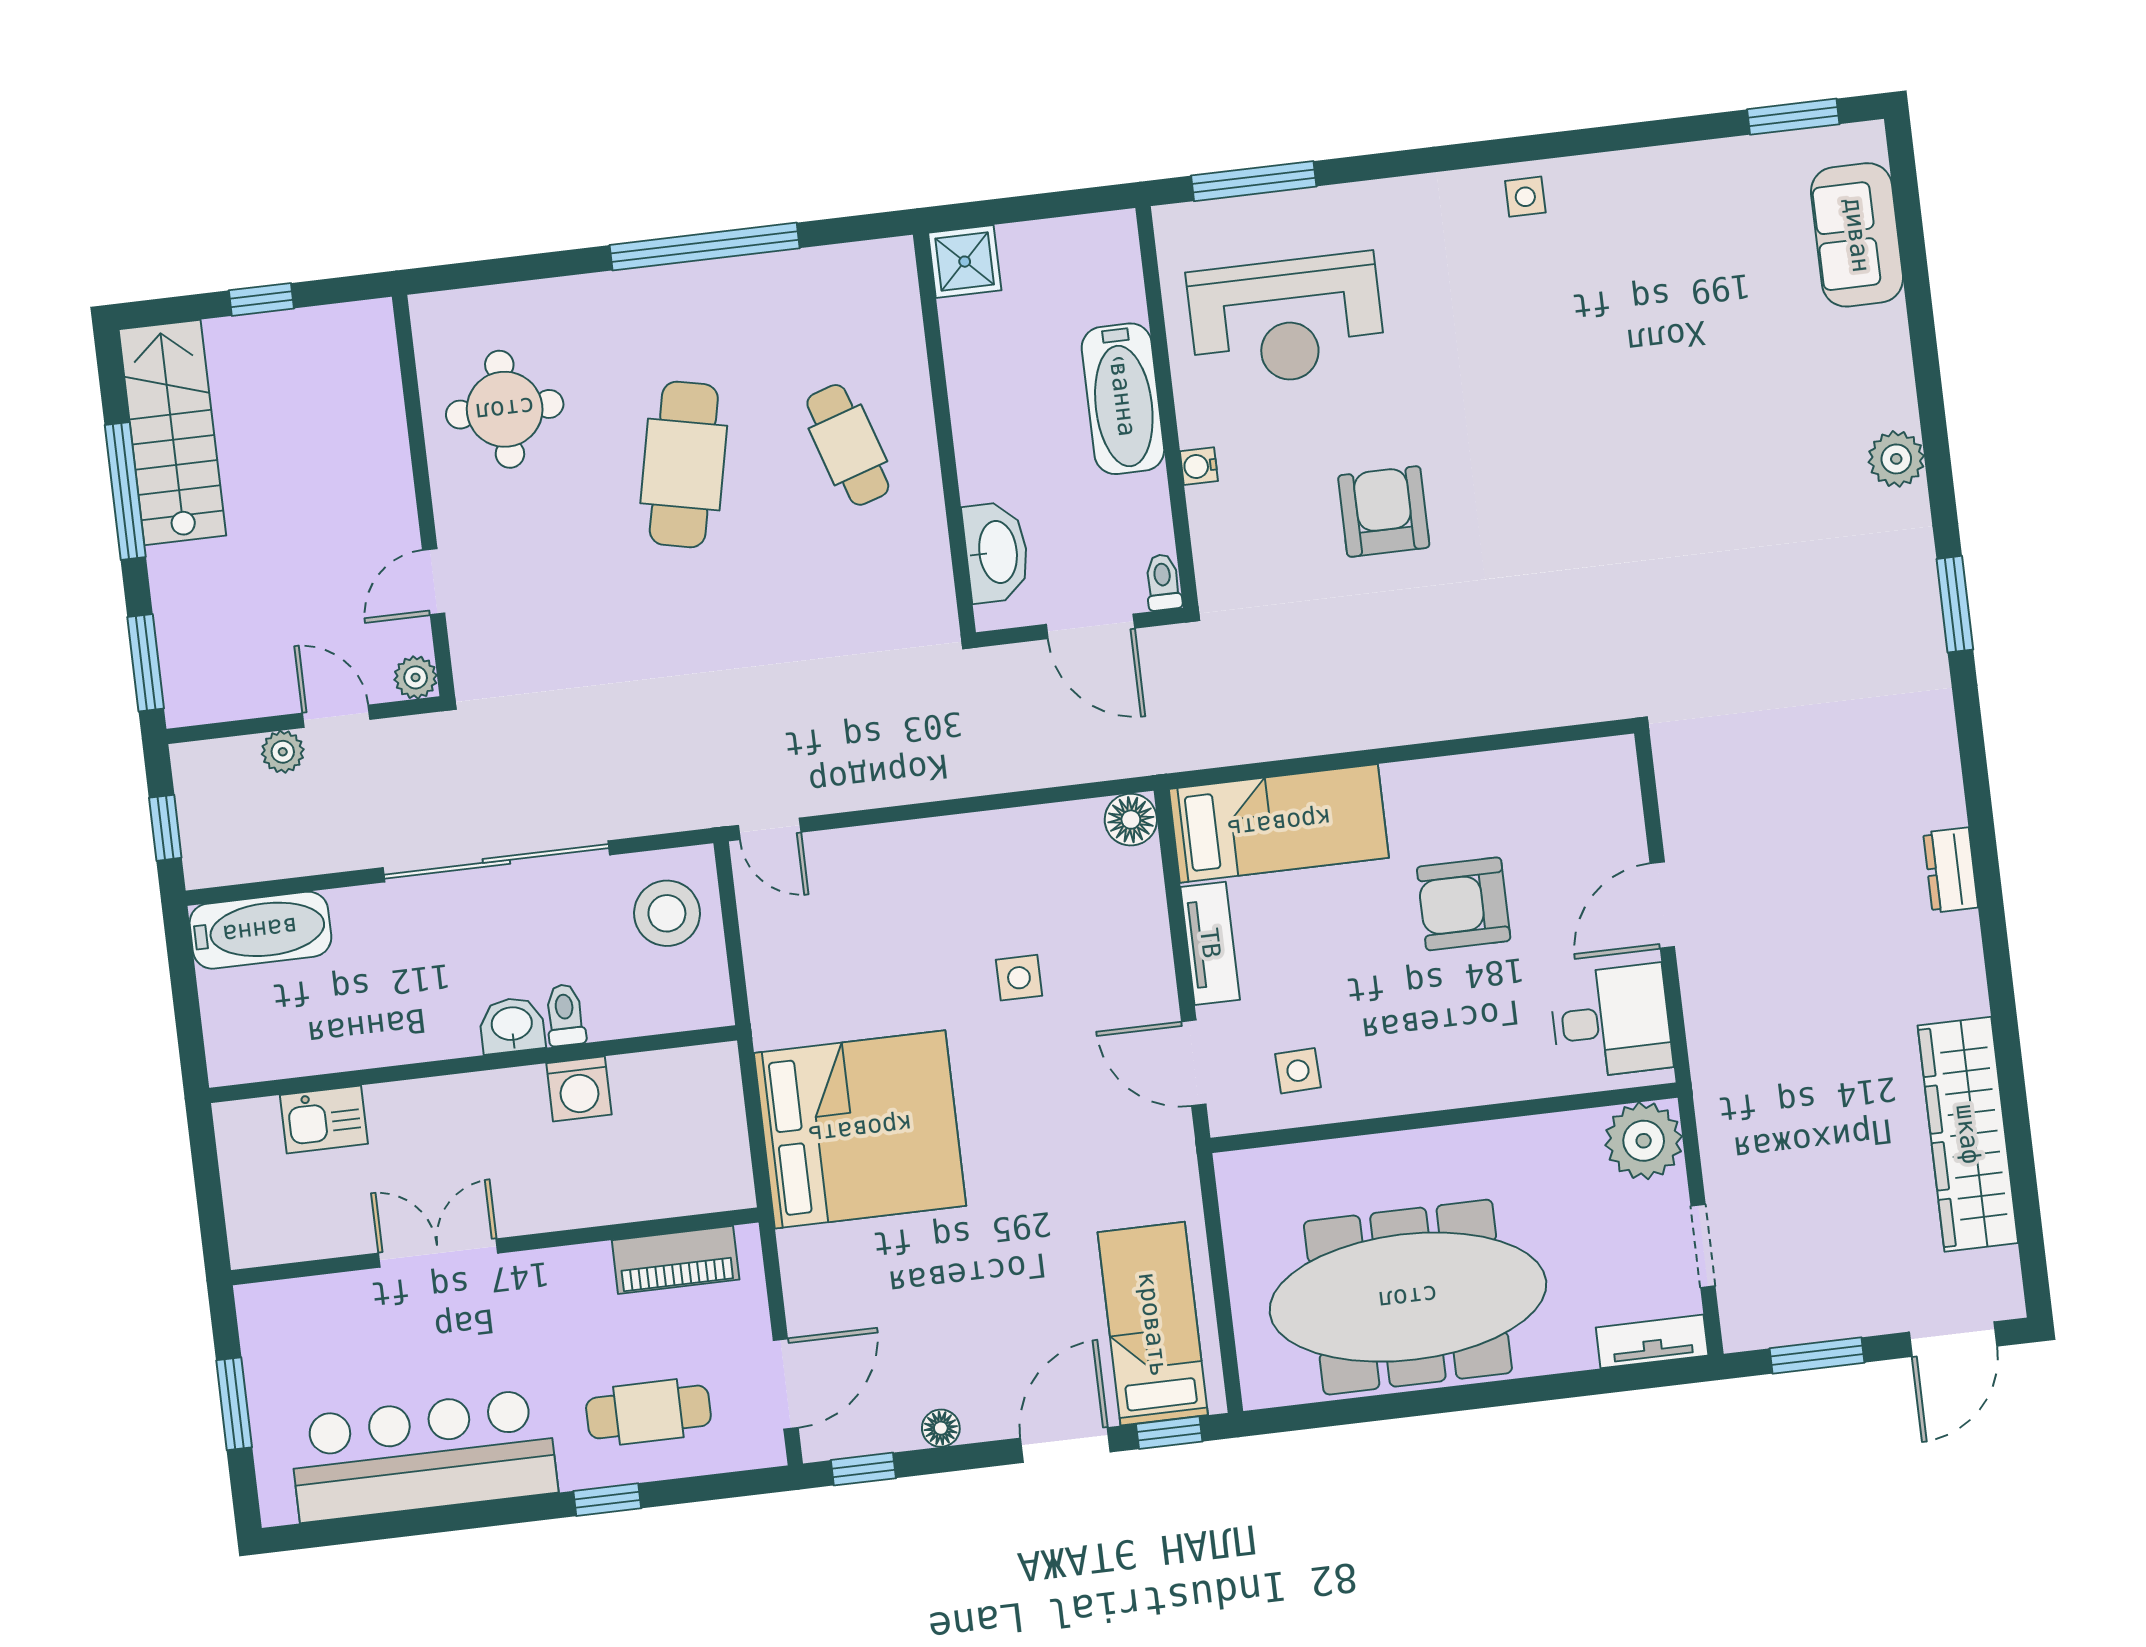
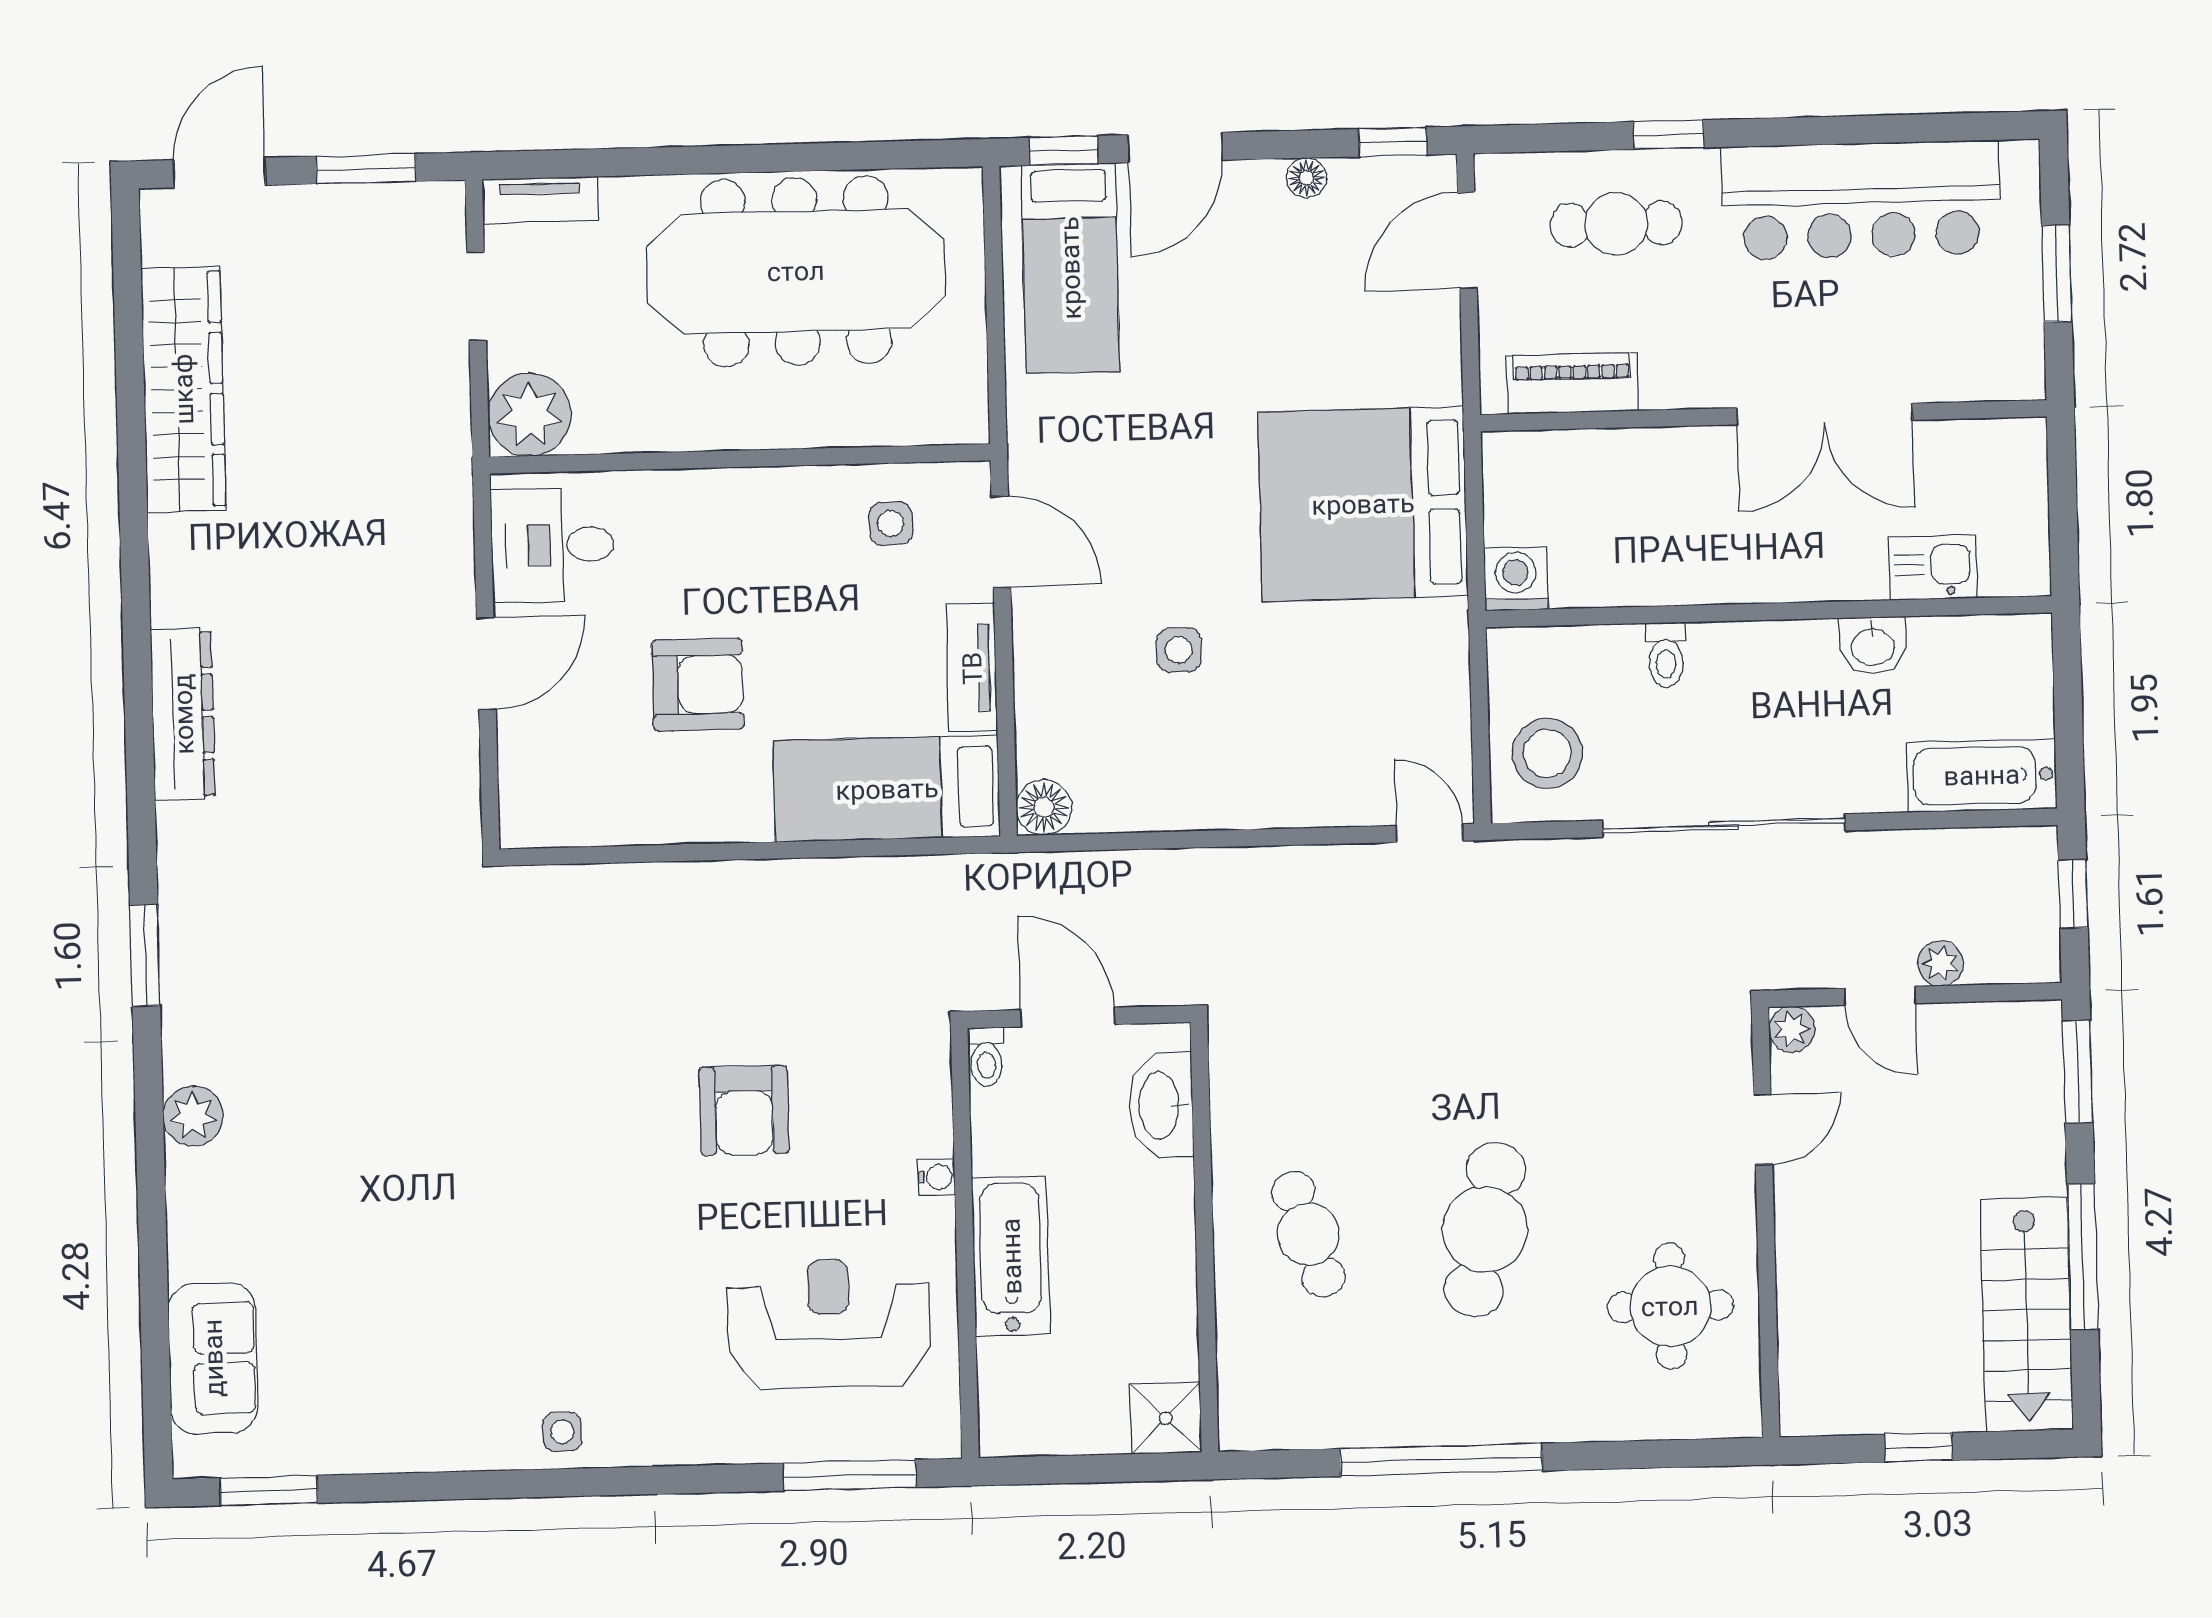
dresser: (1951, 870) -> (183, 714), width x1.96, depth x1.24
washbasin: (512, 1025) -> (1873, 646), moved
washing machine: (579, 1089) -> (1516, 579), moved
double door: (438, 1253) -> (1825, 414), width x1.37

